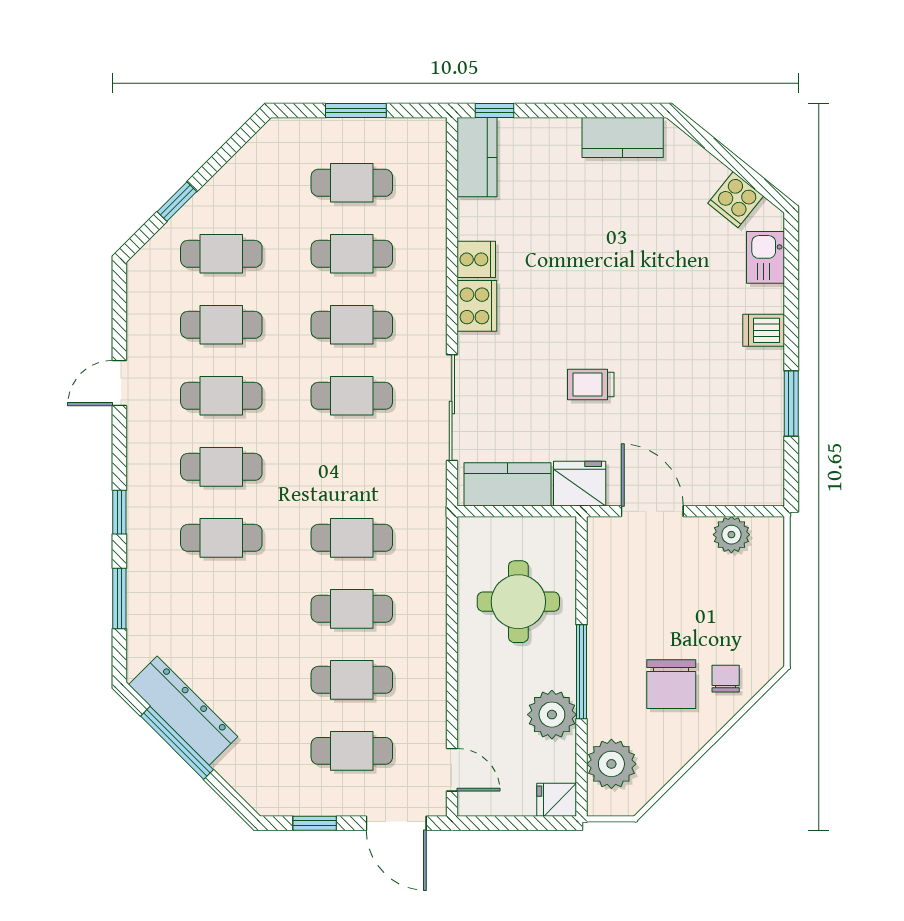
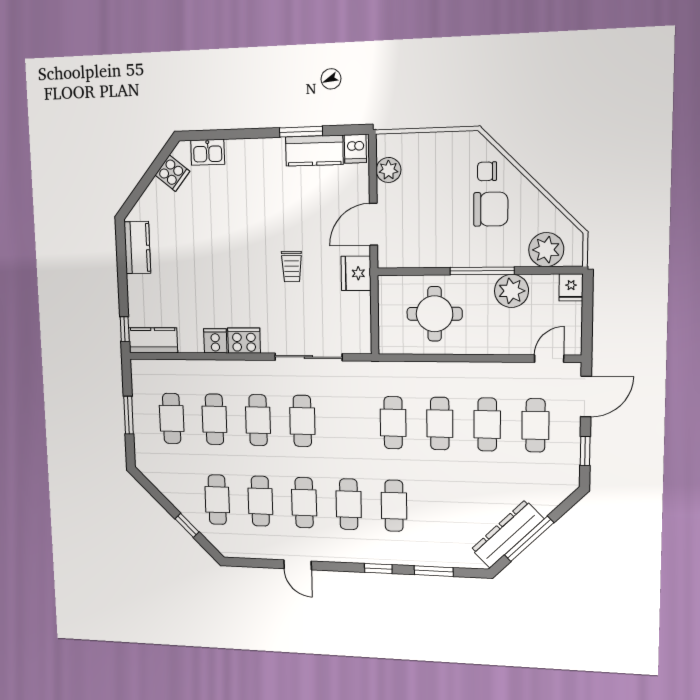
dishwasher: (764, 330) -> (355, 149), moved
kitchen counter: (508, 484) -> (314, 151), moved, turned -90

